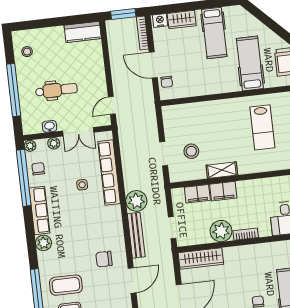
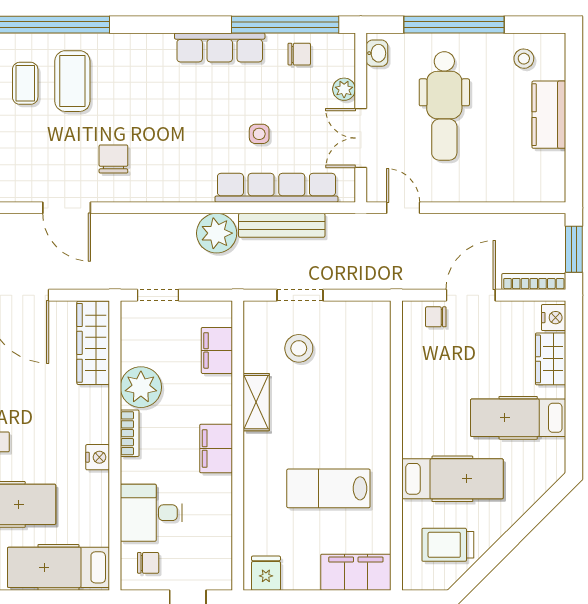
kitchen counter: (83, 32) -> (549, 115), moved
dental chair: (56, 90) -> (444, 106), width x1.36, depth x1.38
washbasin: (49, 126) -> (377, 53), moved
plant: (30, 146) -> (345, 44), removed
filing cabinet: (223, 191) -> (216, 449), moved
bench: (136, 235) -> (282, 225), moved
plant: (44, 243) -> (157, 48), removed
nightstand: (260, 249) -> (98, 457), added

